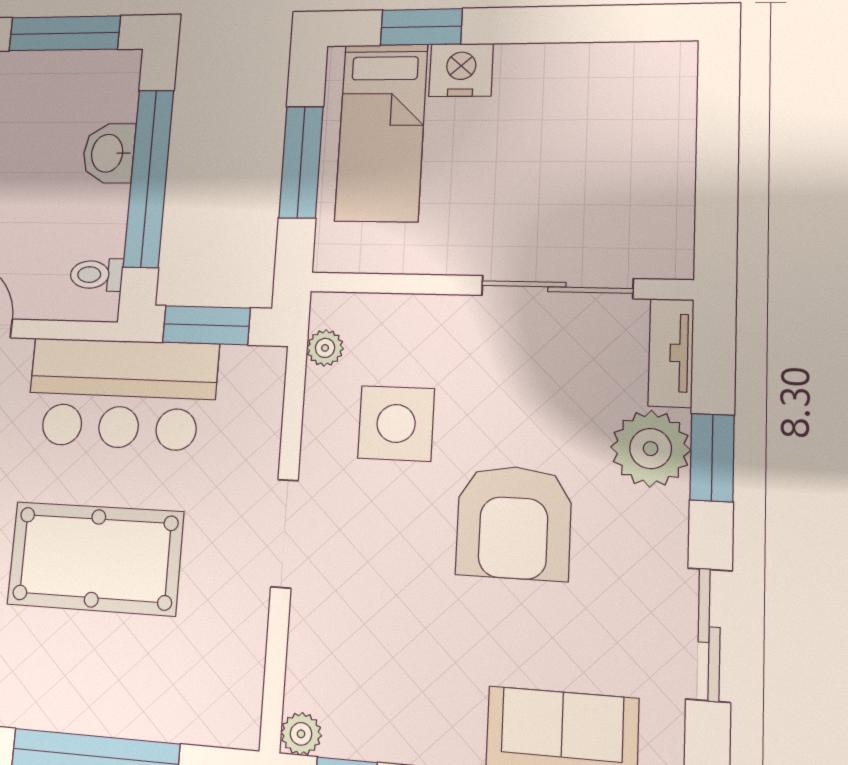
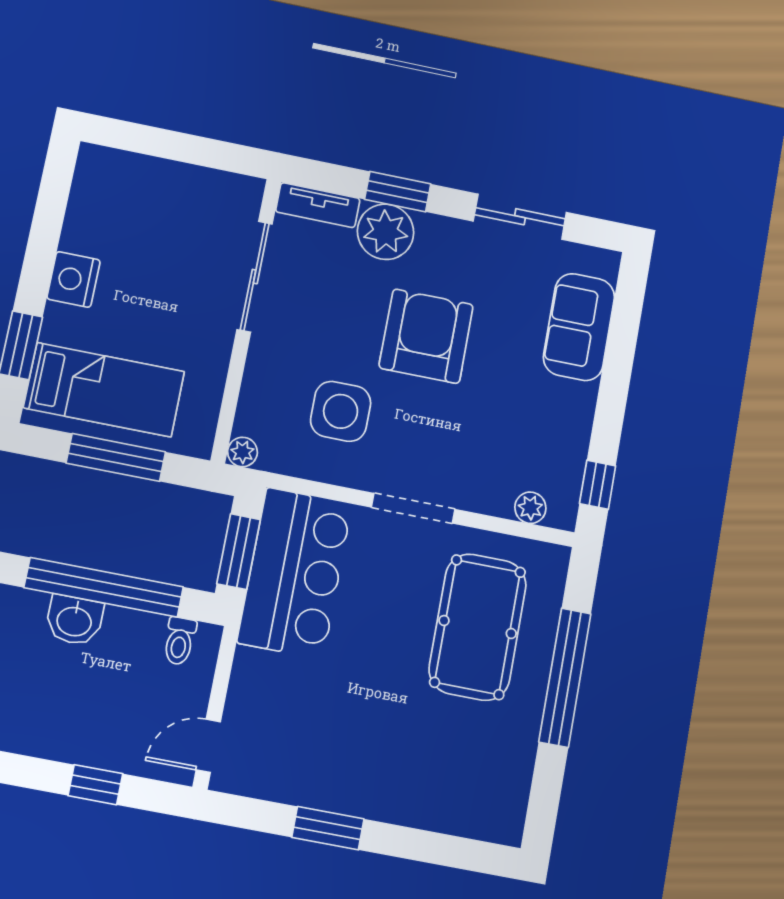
nightstand: (461, 70) -> (74, 279), moved
plant: (325, 348) -> (242, 452), moved
bar counter: (122, 394) -> (295, 573), moved
armchair: (514, 522) -> (426, 336), turned -90
pool table: (95, 558) -> (478, 627), moved
plant: (301, 734) -> (530, 508), moved

